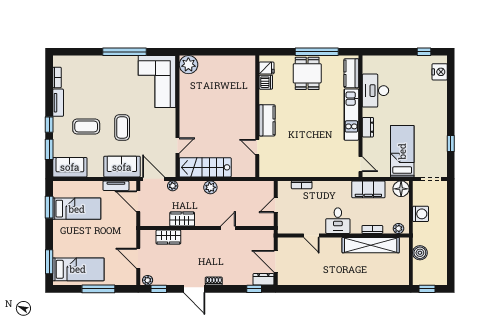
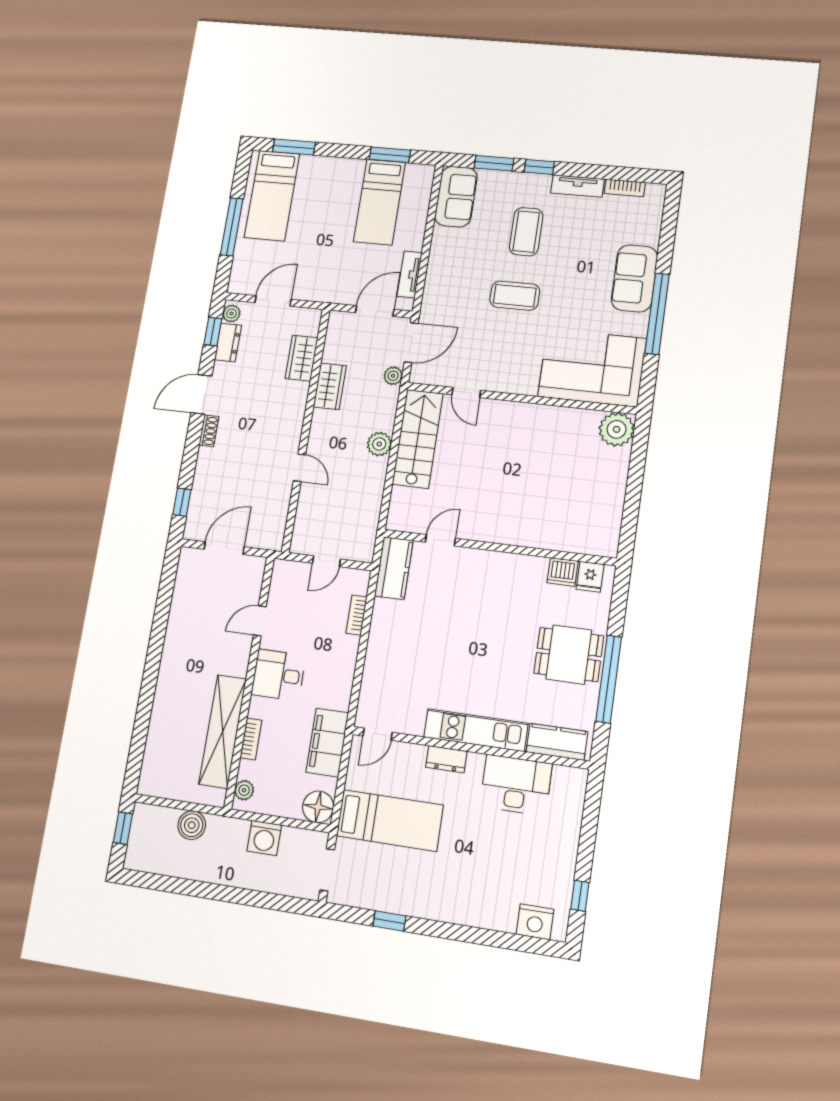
kitchen counter: (267, 120) -> (394, 568), moved, turned -90
sofa: (122, 167) -> (634, 278), moved, turned 180
door: (276, 205) -> (326, 561), swing flipped
dresser: (263, 279) -> (228, 342), moved

